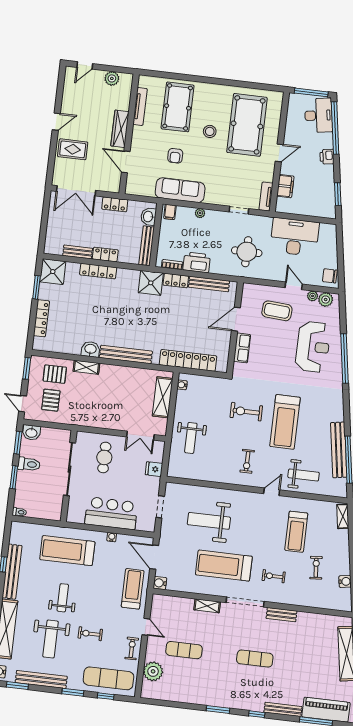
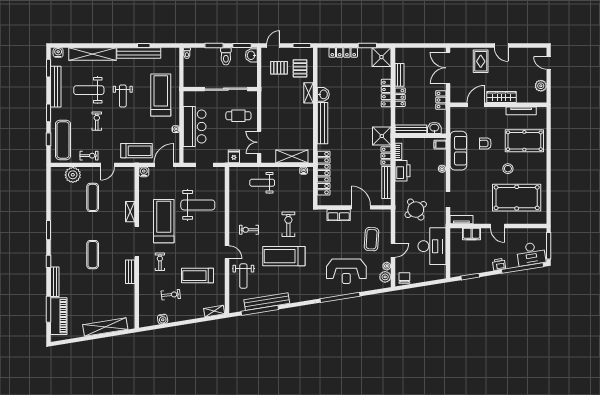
round table: (247, 252) -> (416, 210), turned -34
weight bench: (209, 521) -> (198, 205), turned 90
weight bench: (63, 598) -> (123, 96), turned 90

